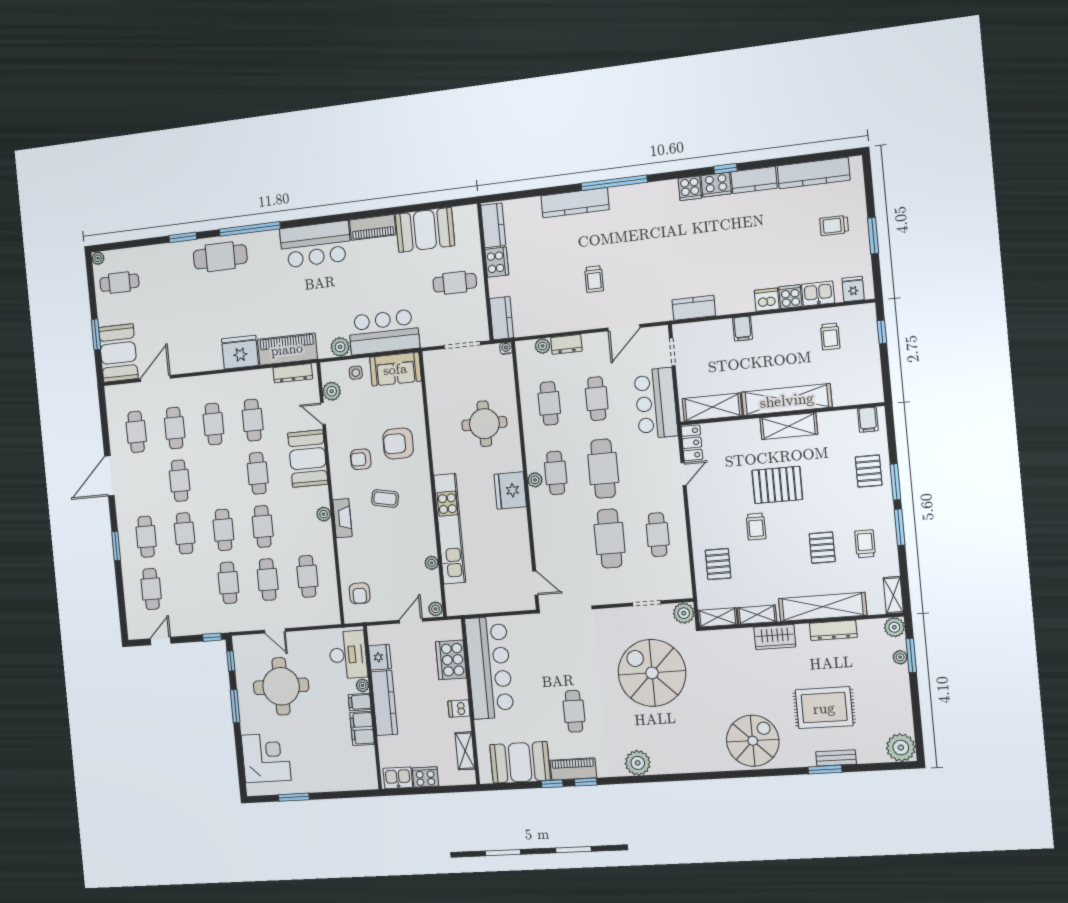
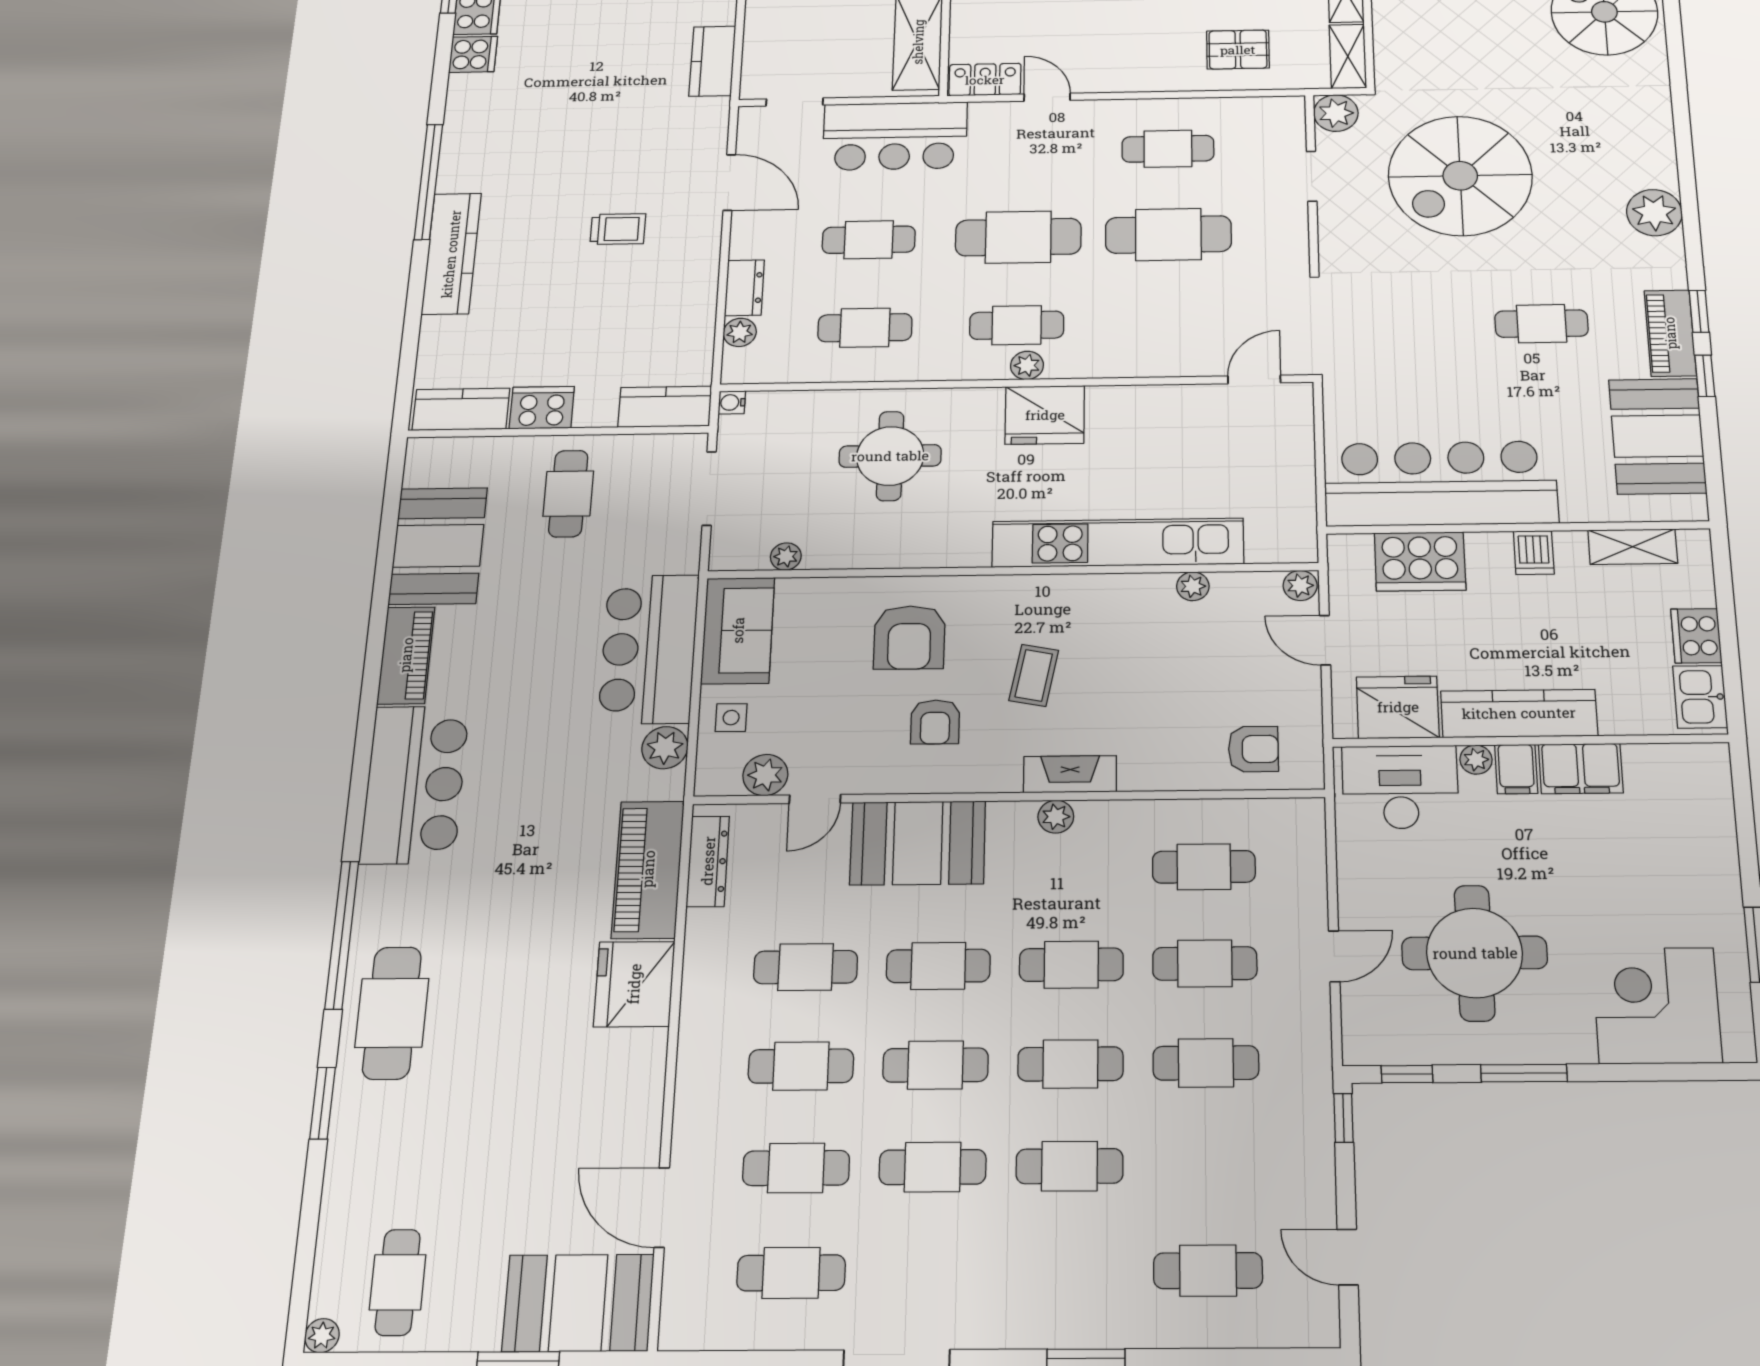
plant: (432, 384) -> (786, 556), added
cafe table: (146, 537) -> (935, 1065), moved
fridge: (380, 657) -> (1398, 707), width x1.36, depth x1.34

